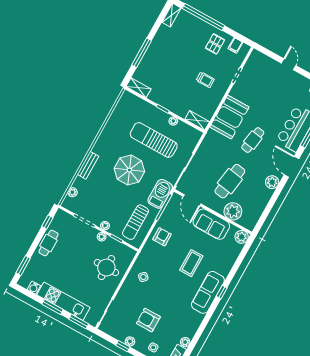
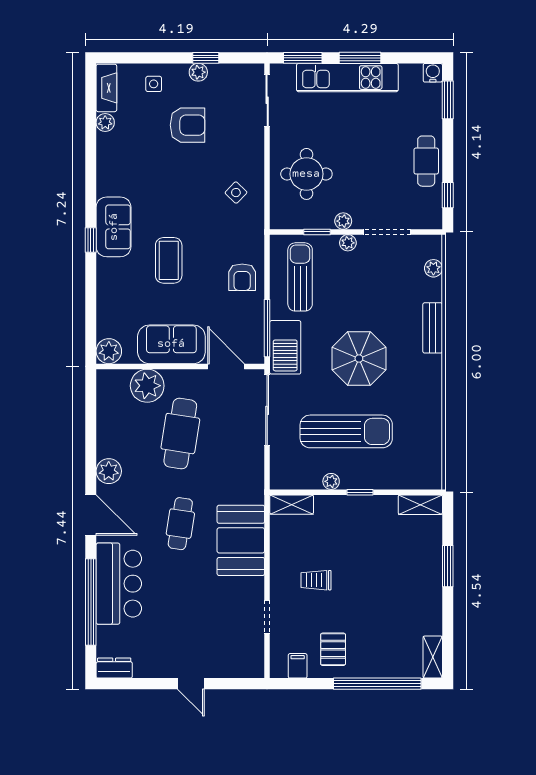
window: (142, 53) -> (448, 566), width x0.69
water cooler: (34, 288) -> (433, 73), moved
sofa: (208, 292) -> (114, 227), width x0.73

